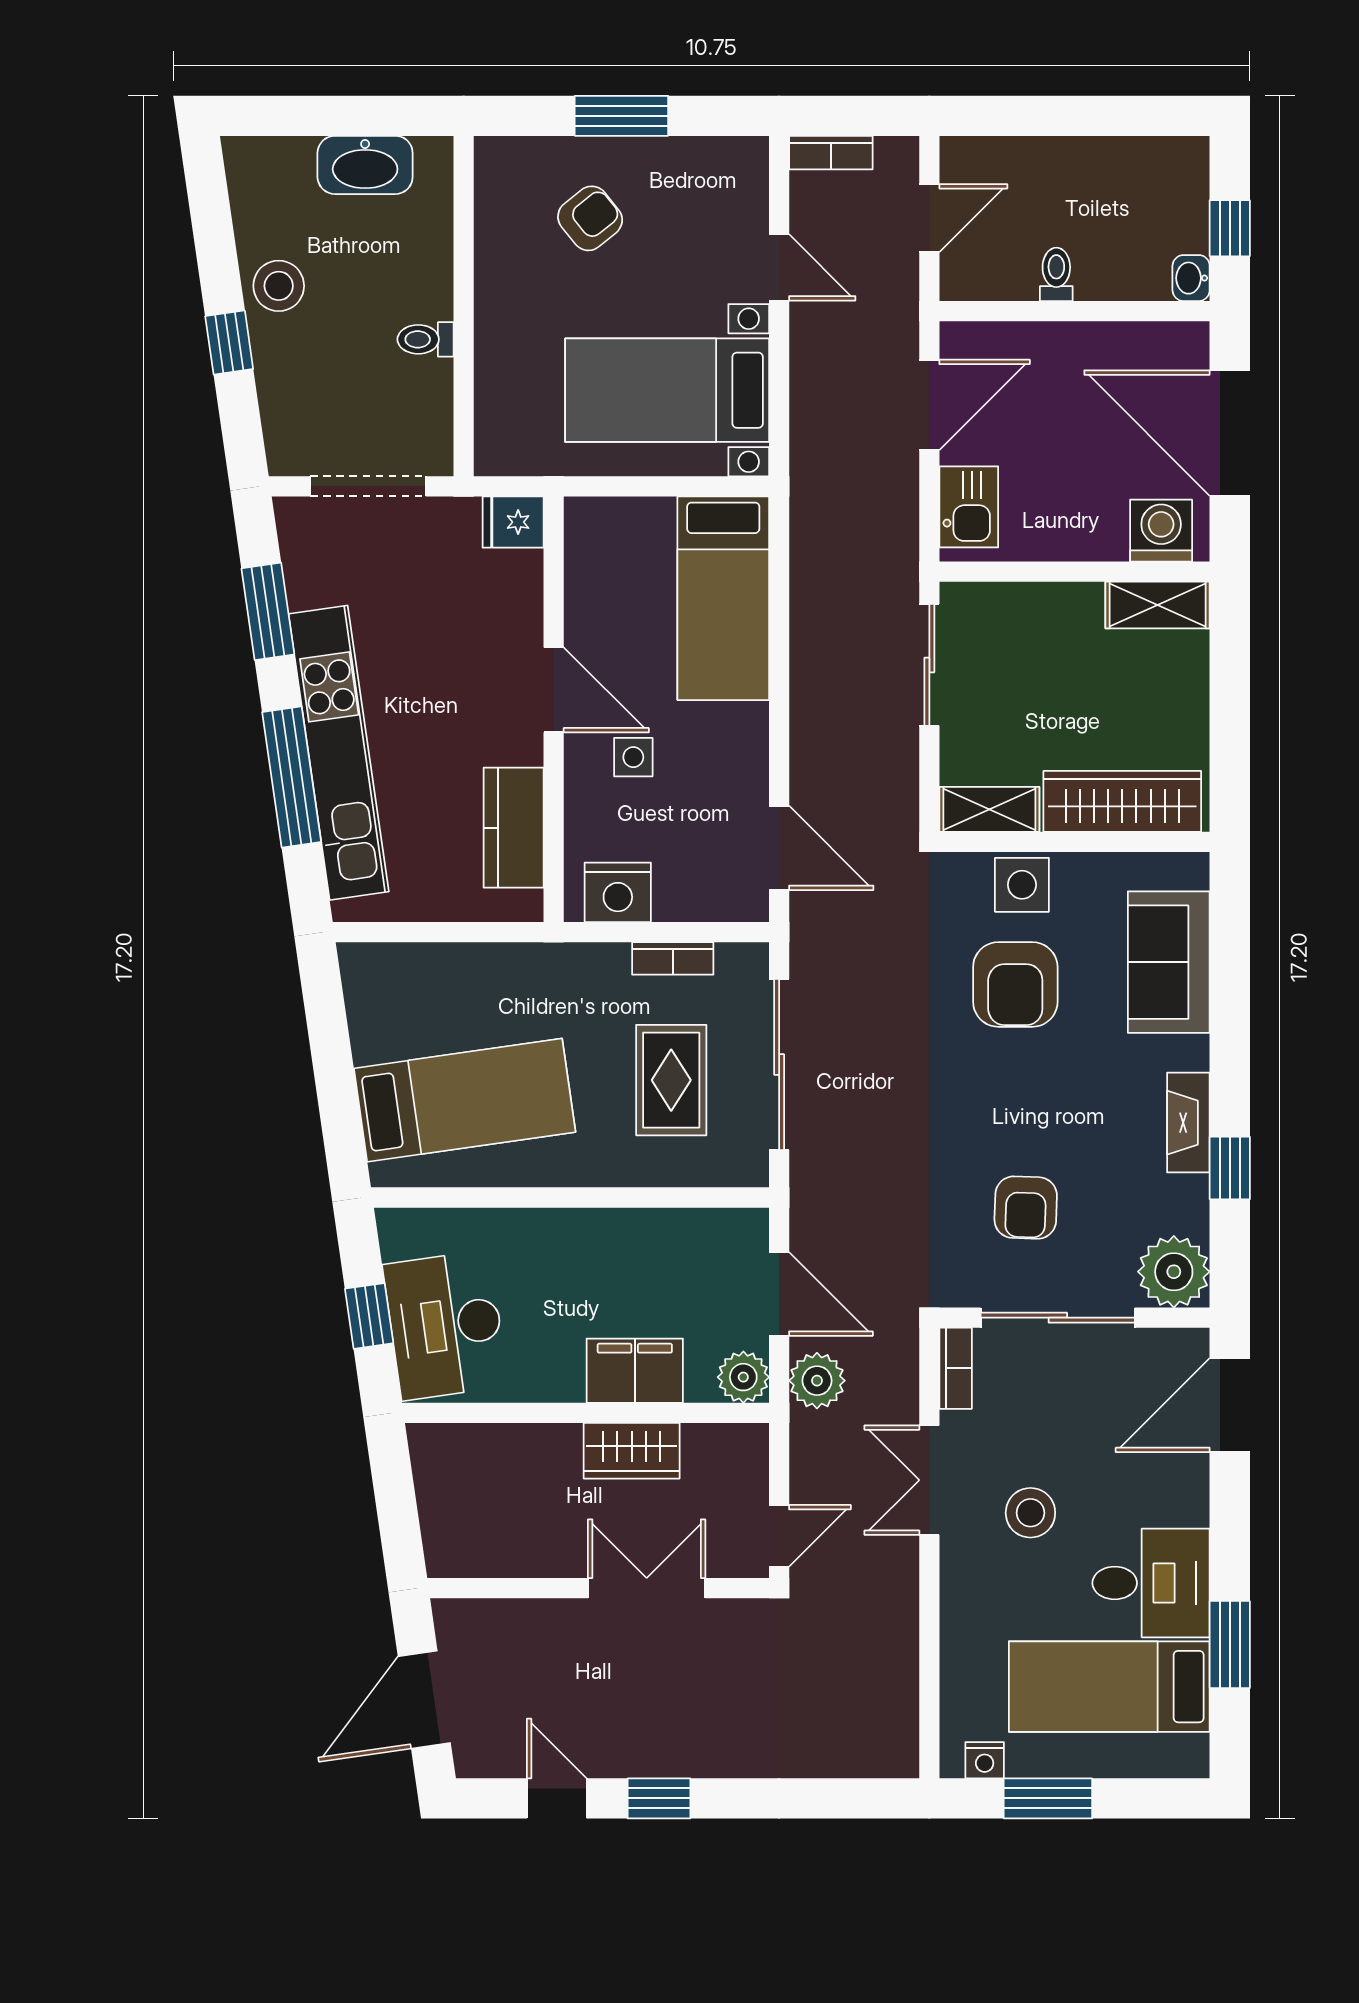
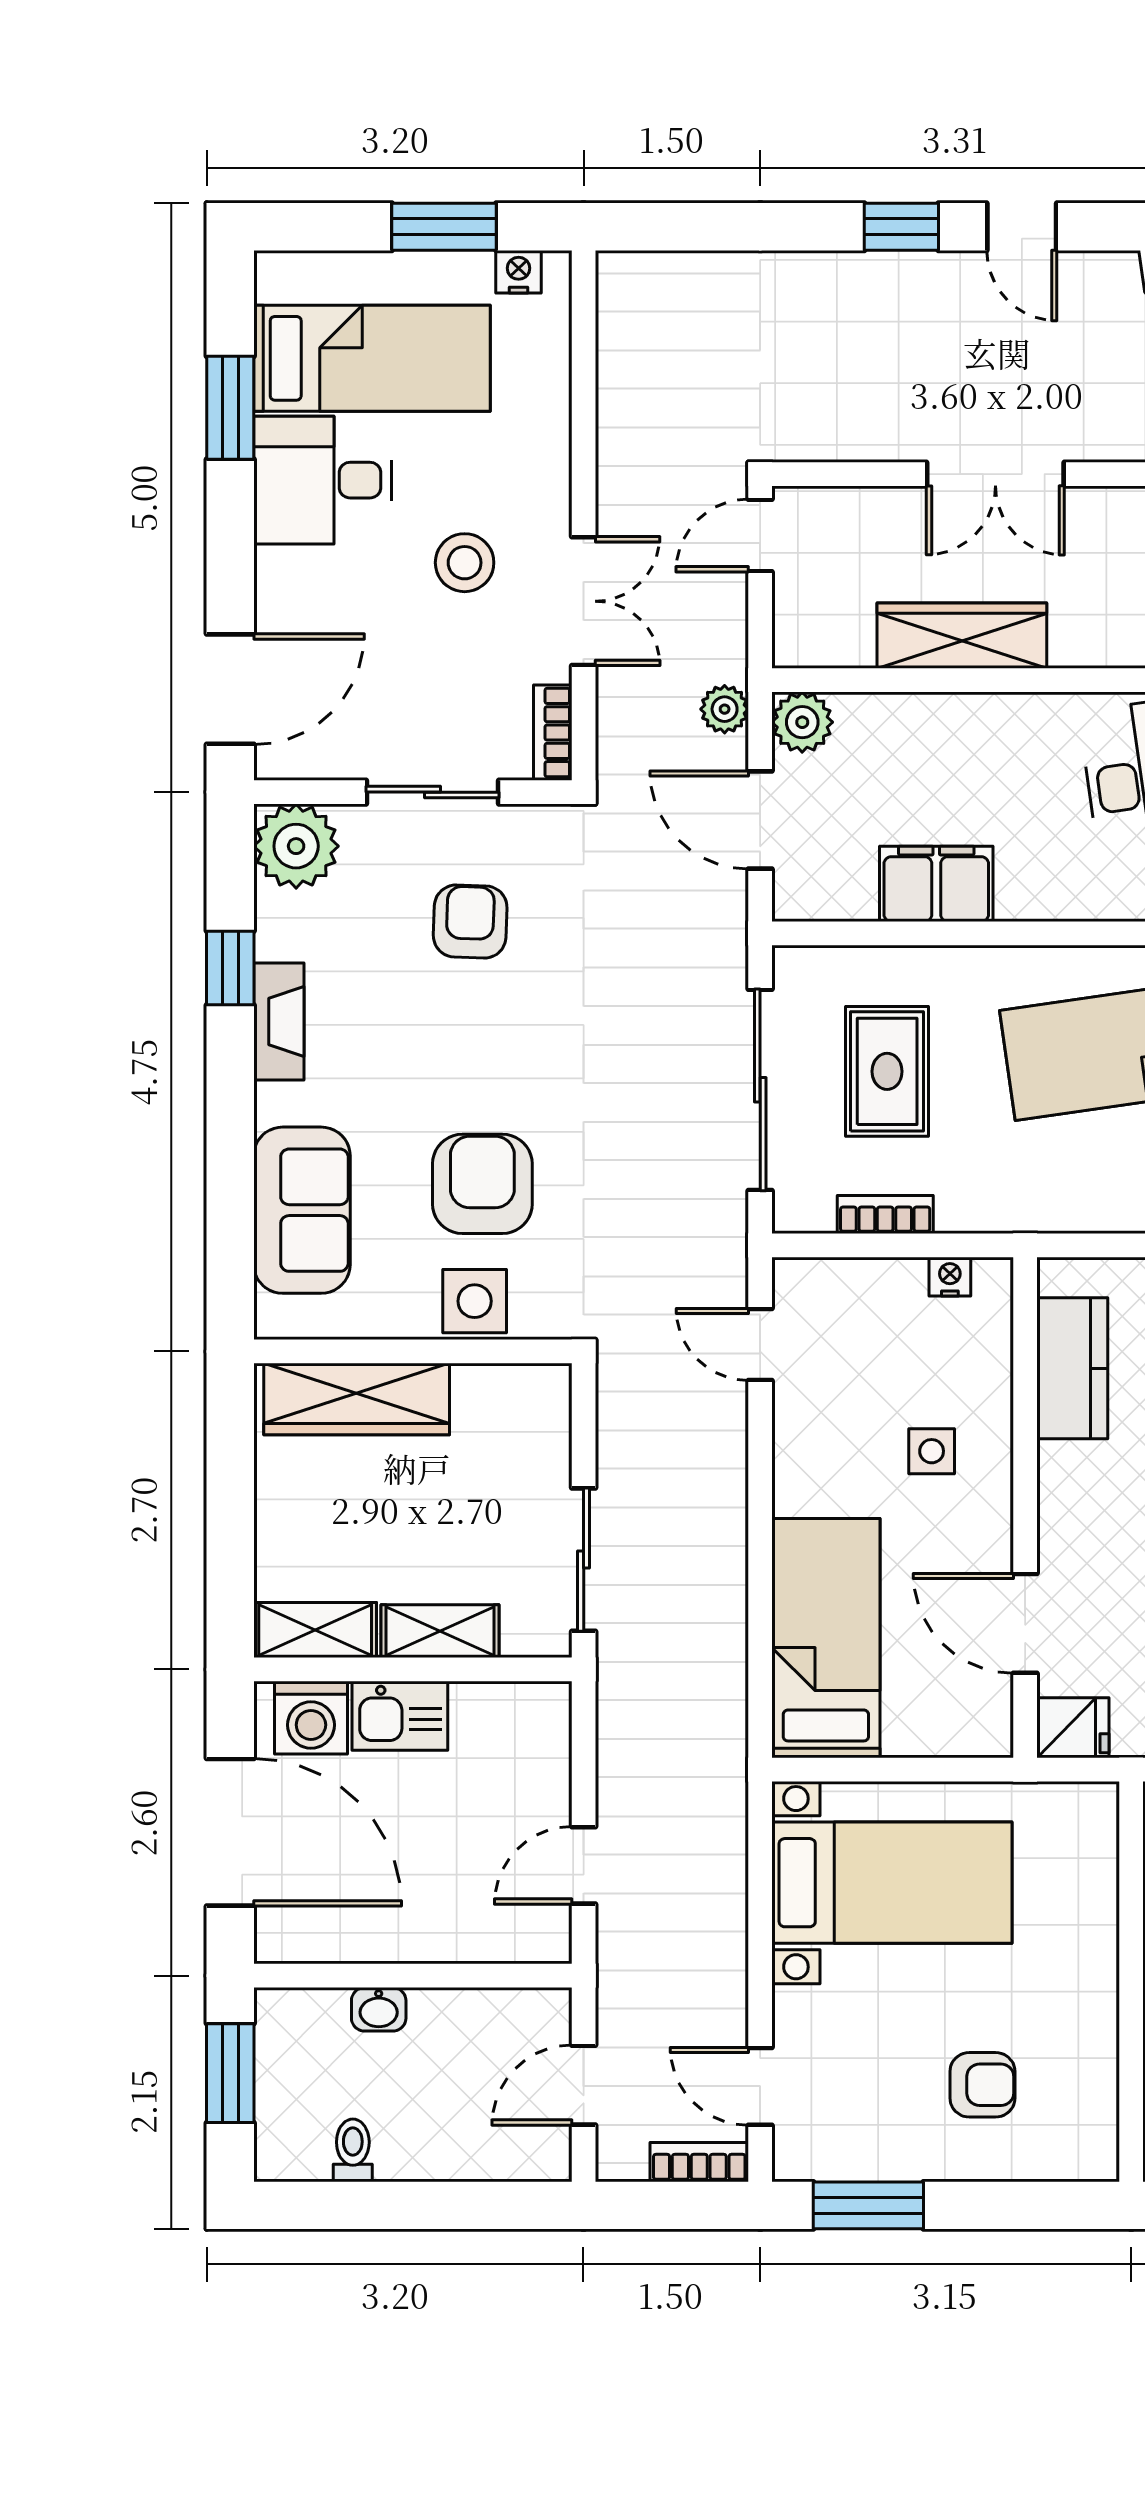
window: (621, 116) -> (868, 2205), moved
armchair: (590, 218) -> (982, 2085), turned -141
window: (1230, 228) -> (230, 2073), width x1.50
door: (779, 267) -> (760, 2086), moved
toilet: (1056, 274) -> (353, 2150), moved, turned 180
washbasin: (1191, 278) -> (379, 2009), moved, turned 90
door: (929, 405) -> (584, 1865), width x0.73
kitchen sink: (969, 507) -> (400, 1716), moved, turned -90
door: (554, 690) -> (1025, 1623), moved
shelving: (989, 809) -> (440, 1631), moved
door: (779, 848) -> (760, 1344), width x0.73
nightstand: (618, 892) -> (950, 1277), width x0.53, depth x0.56
sliding door: (1058, 1318) -> (432, 792), width x0.73
filing cabinet: (635, 1371) -> (936, 884), moved, turned 180
plant: (817, 1381) -> (725, 709), width x0.73, depth x0.73
wardrobe: (632, 1451) -> (962, 636), width x1.50
double door: (647, 1588) -> (995, 474), moved

